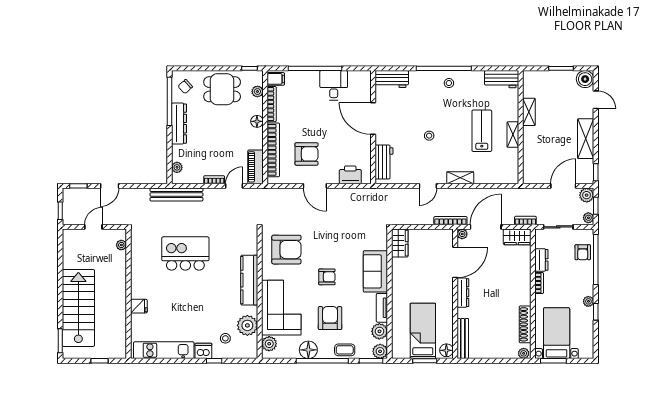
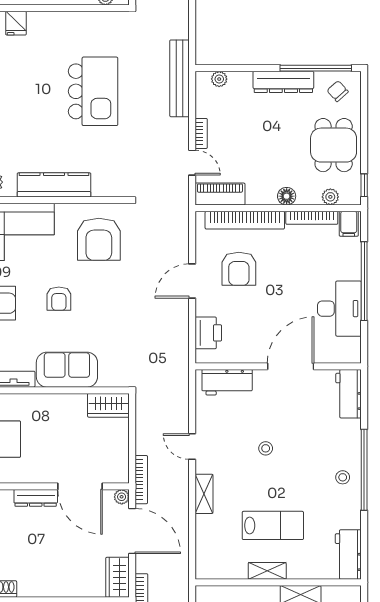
desk: (334, 85) -> (339, 309), width x1.37

